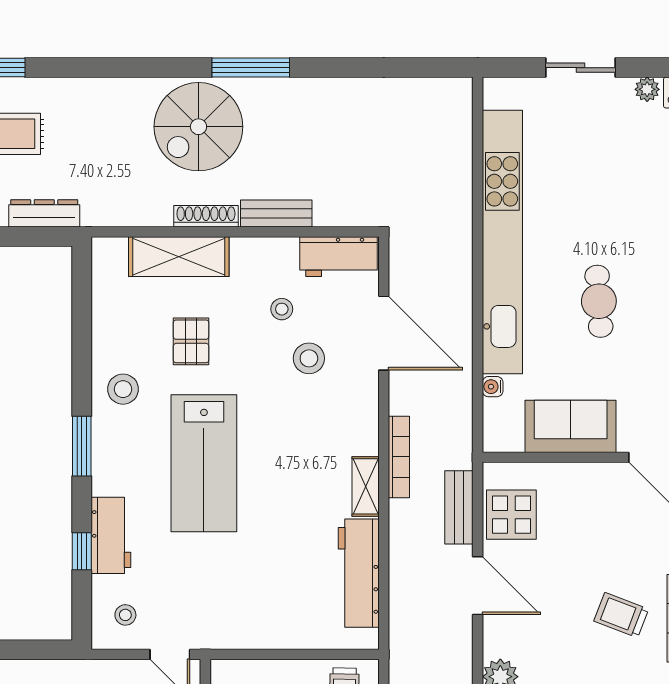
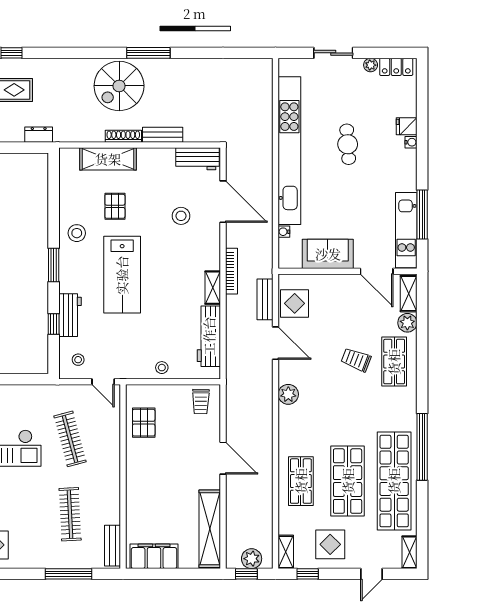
dresser: (44, 213) -> (39, 135), width x0.70
cafe table: (599, 301) -> (348, 144), moved
stool: (282, 309) -> (162, 368), moved

